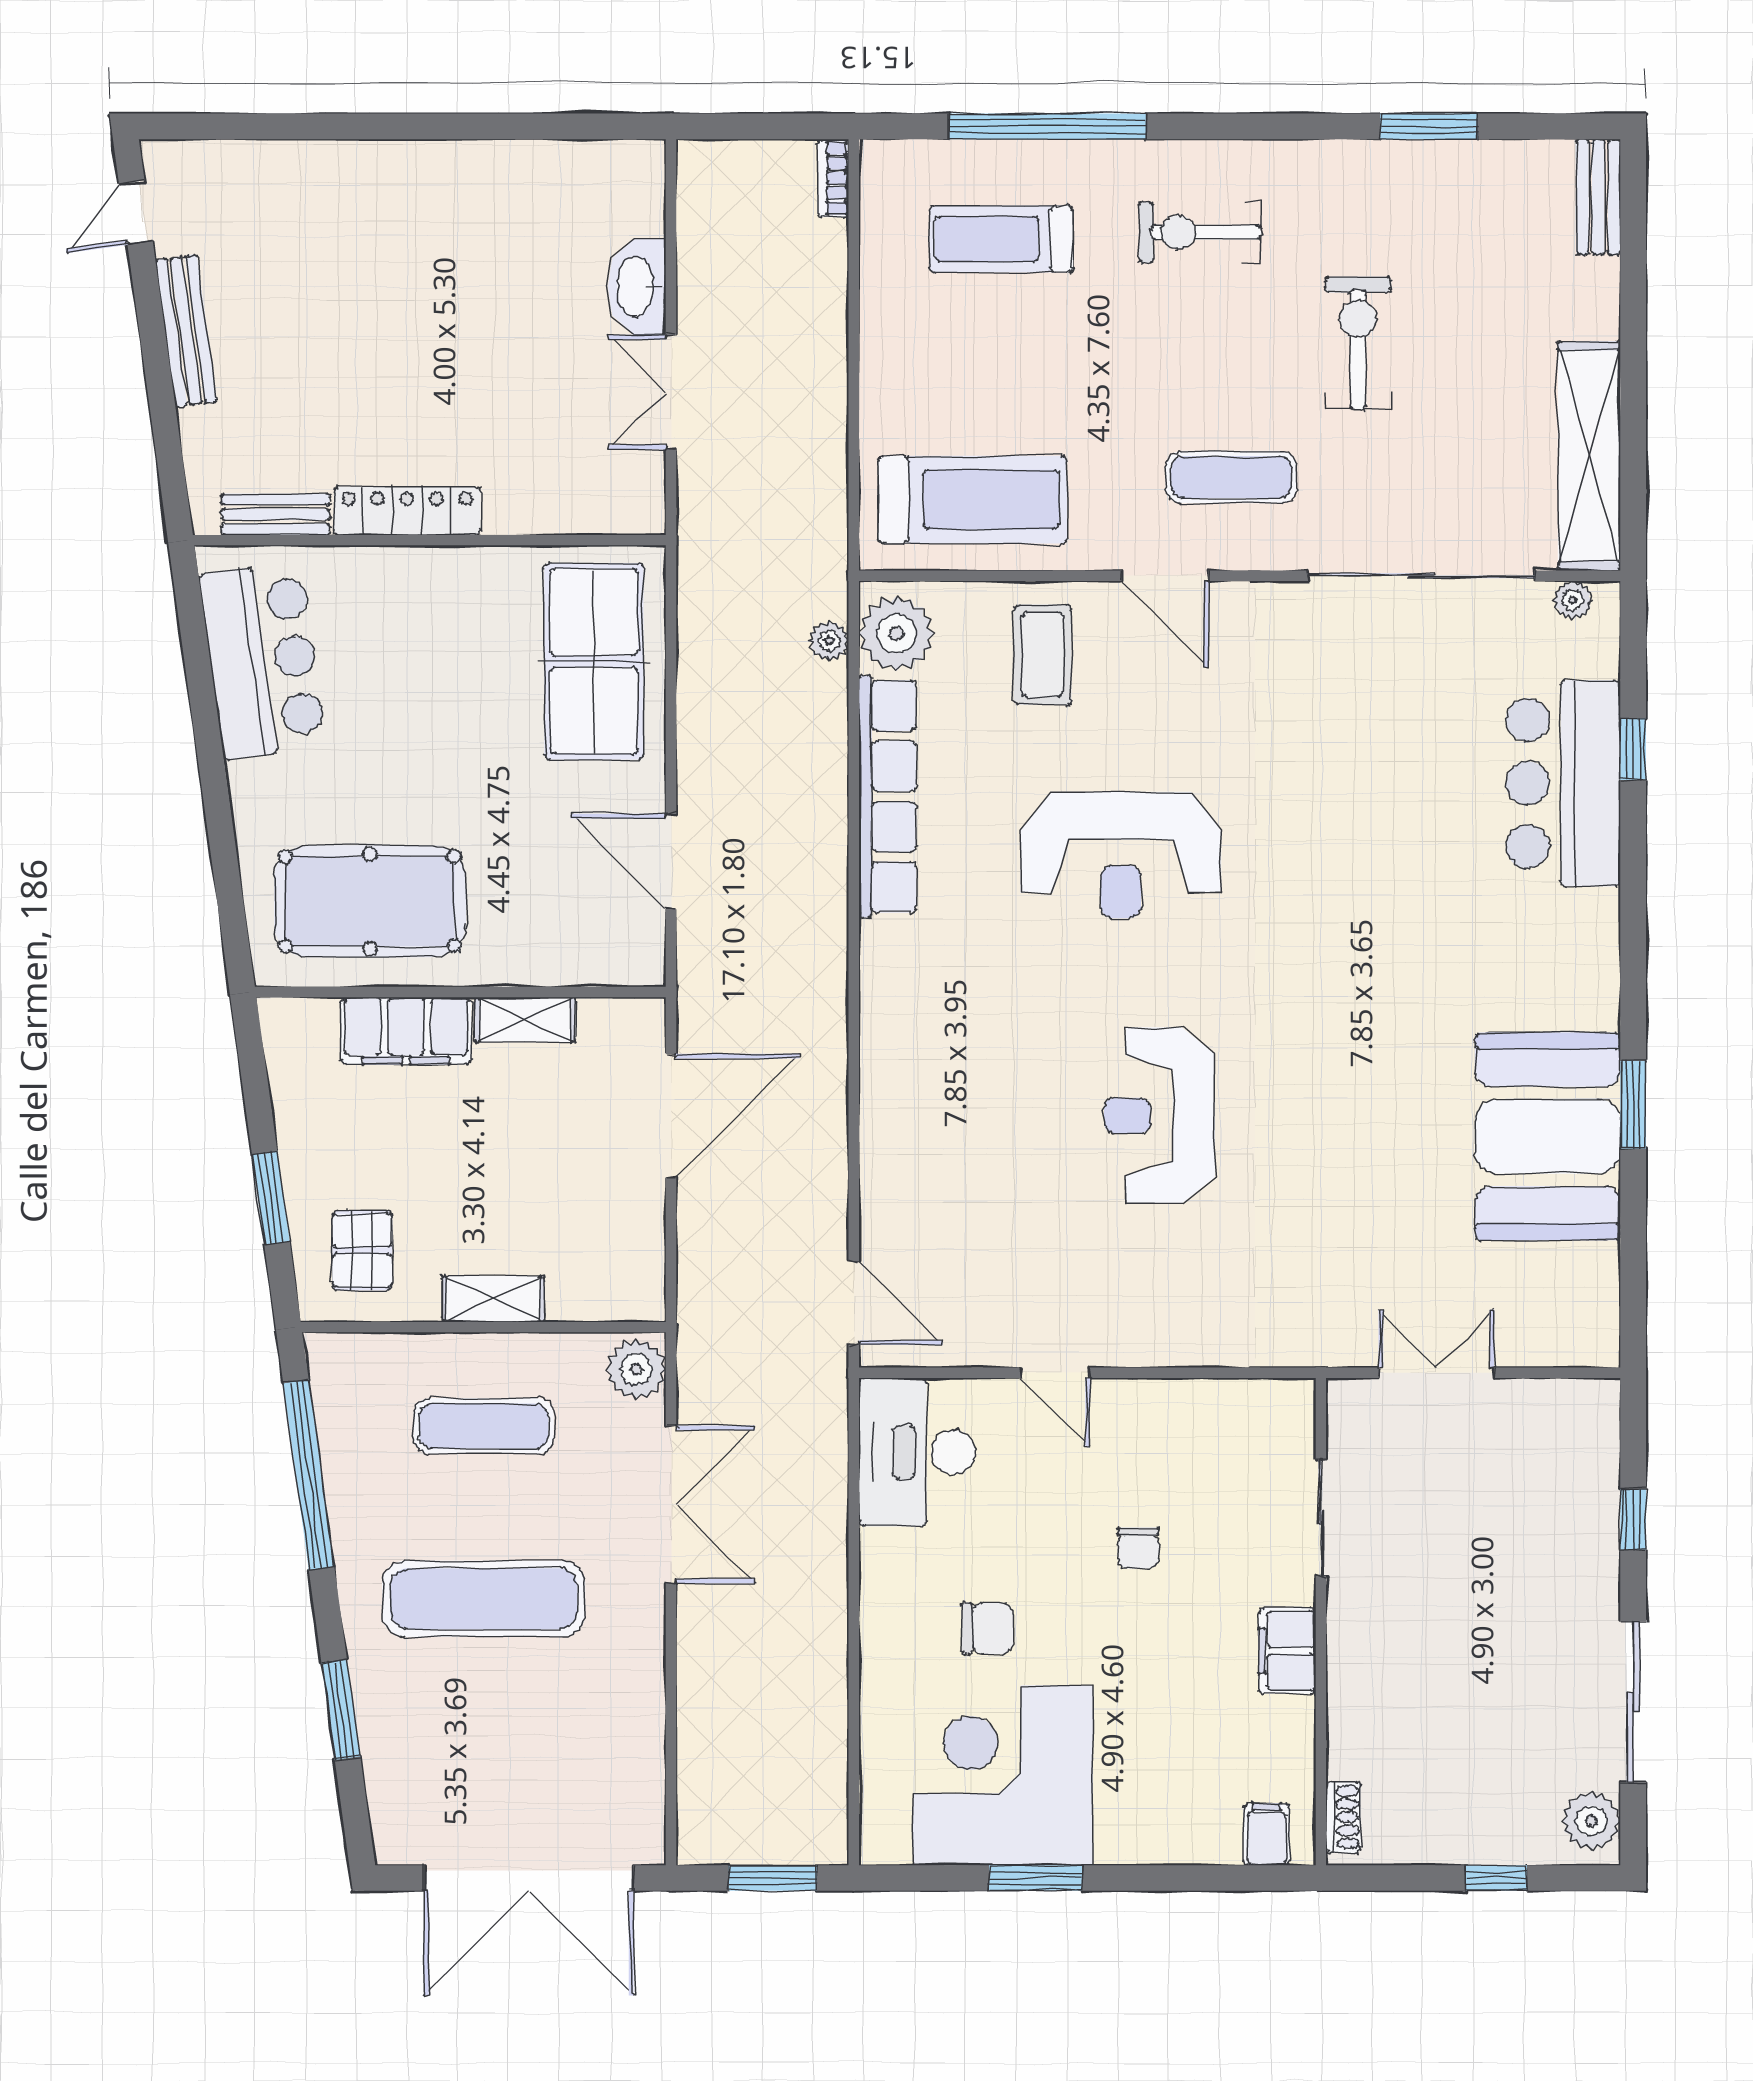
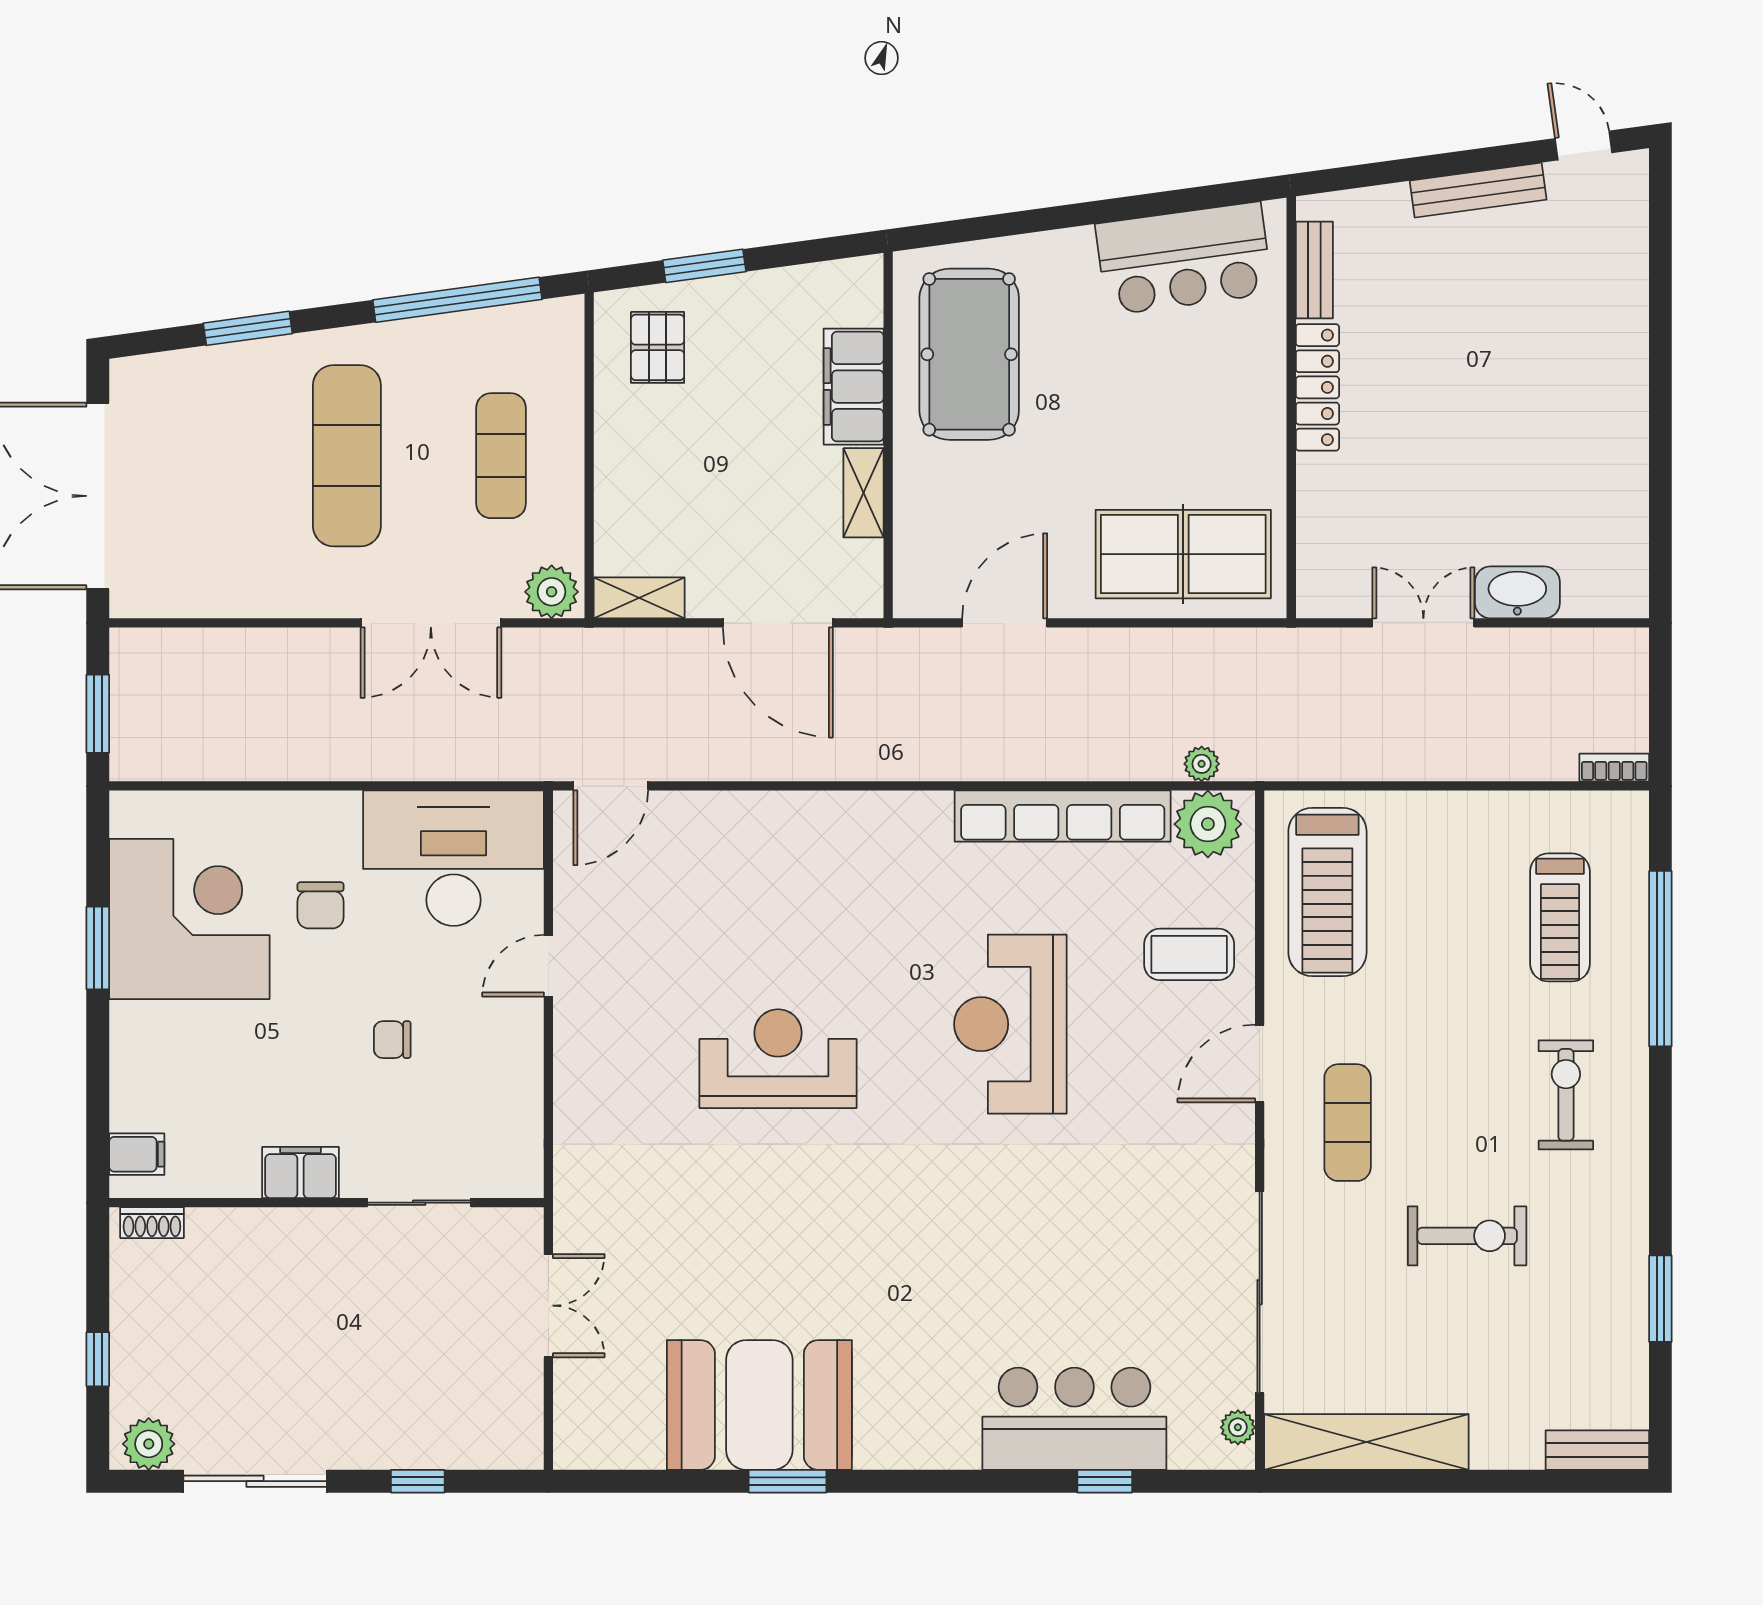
treadmill: (1001, 239) -> (1560, 917), turned 180
pallet: (362, 1250) -> (658, 347), turned 90
shelving: (493, 1299) -> (639, 598), moved, turned 90
desk: (917, 1452) -> (454, 858), width x1.36, depth x1.30

